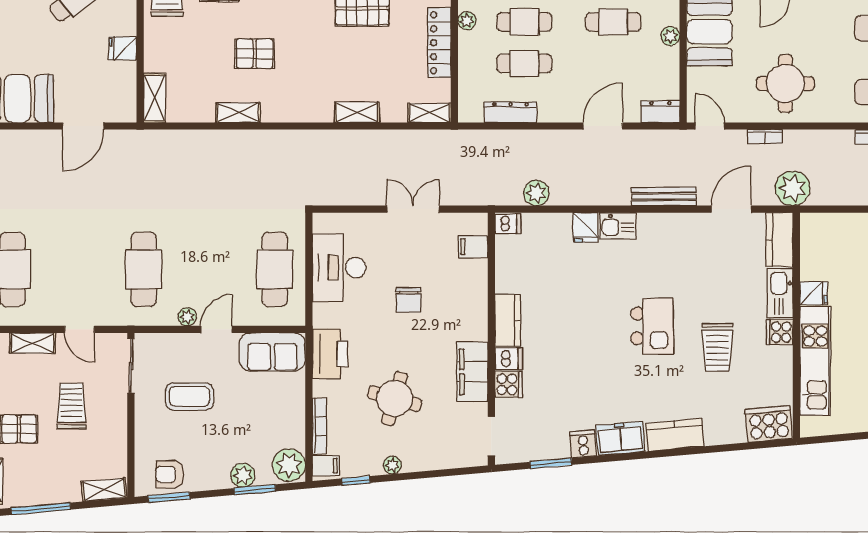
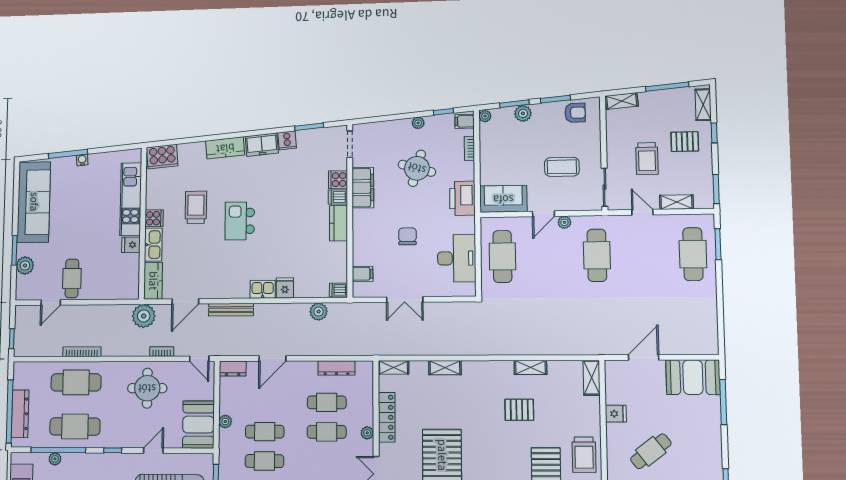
bookcase: (319, 426) -> (469, 148), width x0.64
plant: (289, 465) -> (485, 116), width x0.53, depth x0.53
window: (169, 497) -> (555, 99), moved

